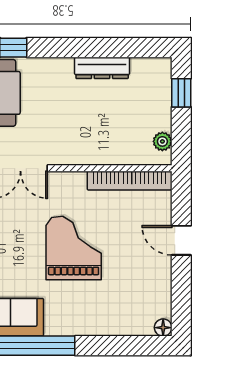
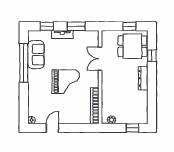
dresser: (102, 68) -> (143, 78), moved
door: (181, 240) -> (52, 128), moved

